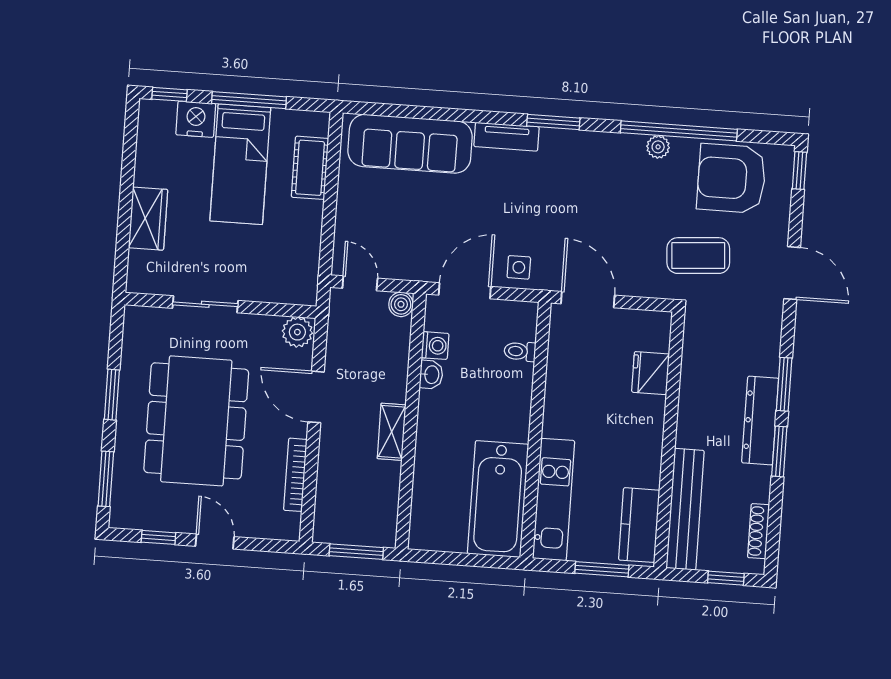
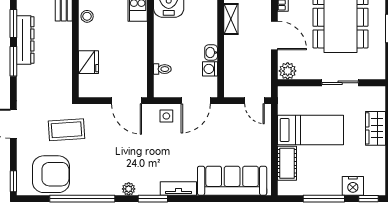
plant: (658, 147) -> (129, 189), moved
bed: (240, 164) -> (311, 130), moved, turned 90
boiler: (401, 304) -> (231, 91), removed
stool: (647, 455) -> (87, 16), added

